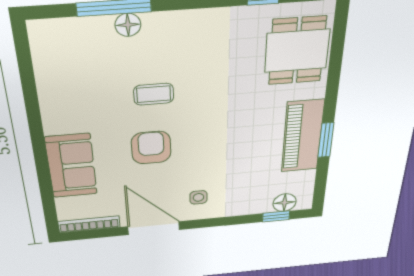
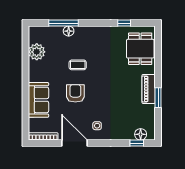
plant: (55, 75) -> (37, 52), added
piano: (303, 136) -> (149, 89), width x0.73, depth x0.75

